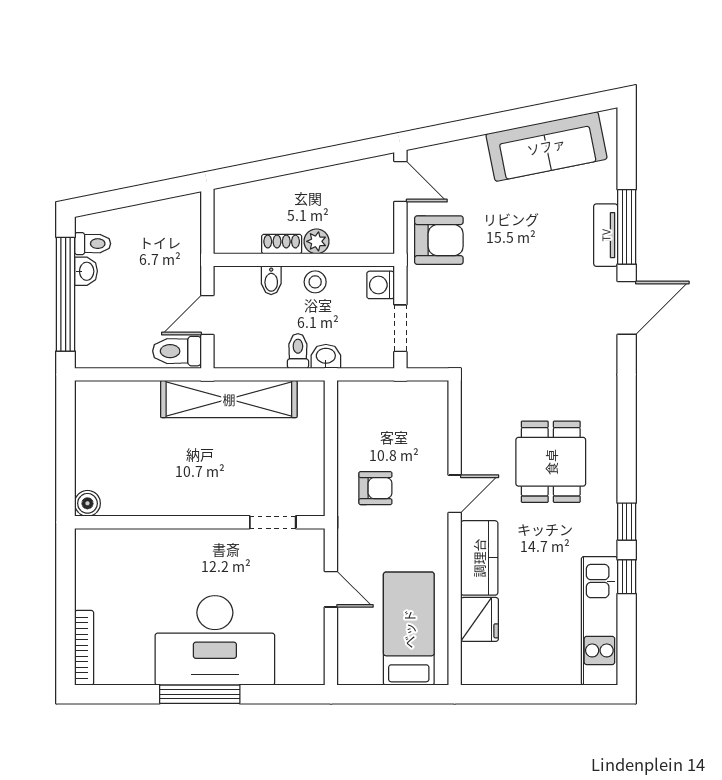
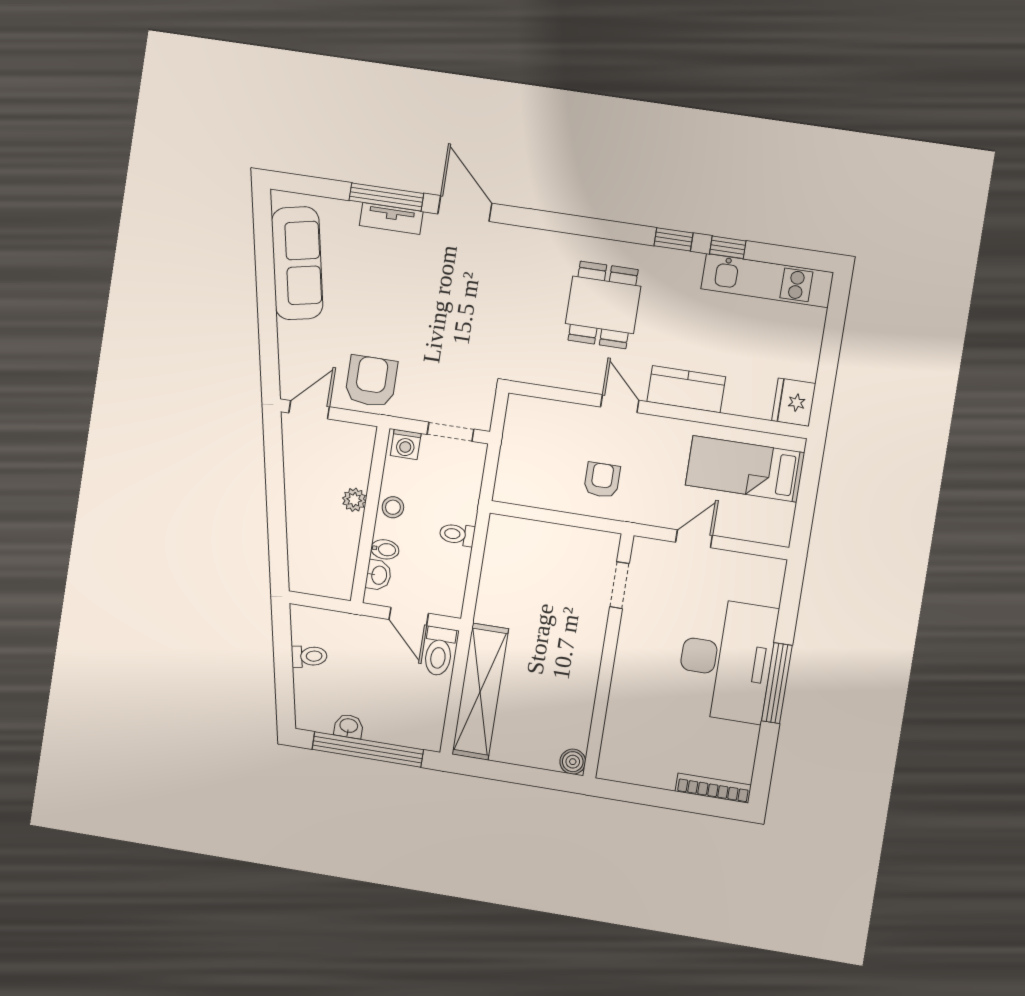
toilet: (93, 244) -> (309, 656), moved, turned 79
shoe rack: (282, 244) -> (352, 534), removed
washbasin: (326, 356) -> (378, 575), moved, turned 180
shelving: (229, 399) -> (480, 692), moved
dining table: (551, 462) -> (603, 305), turned 90
fridge: (480, 619) -> (794, 402), moved, turned -90

